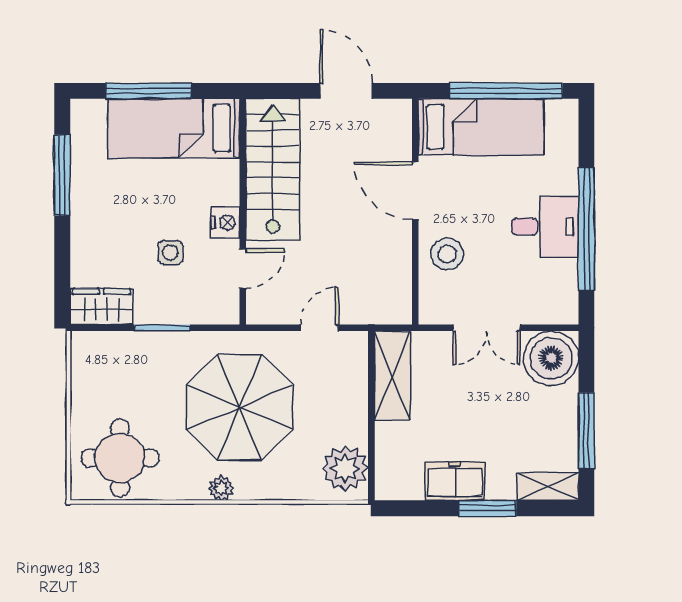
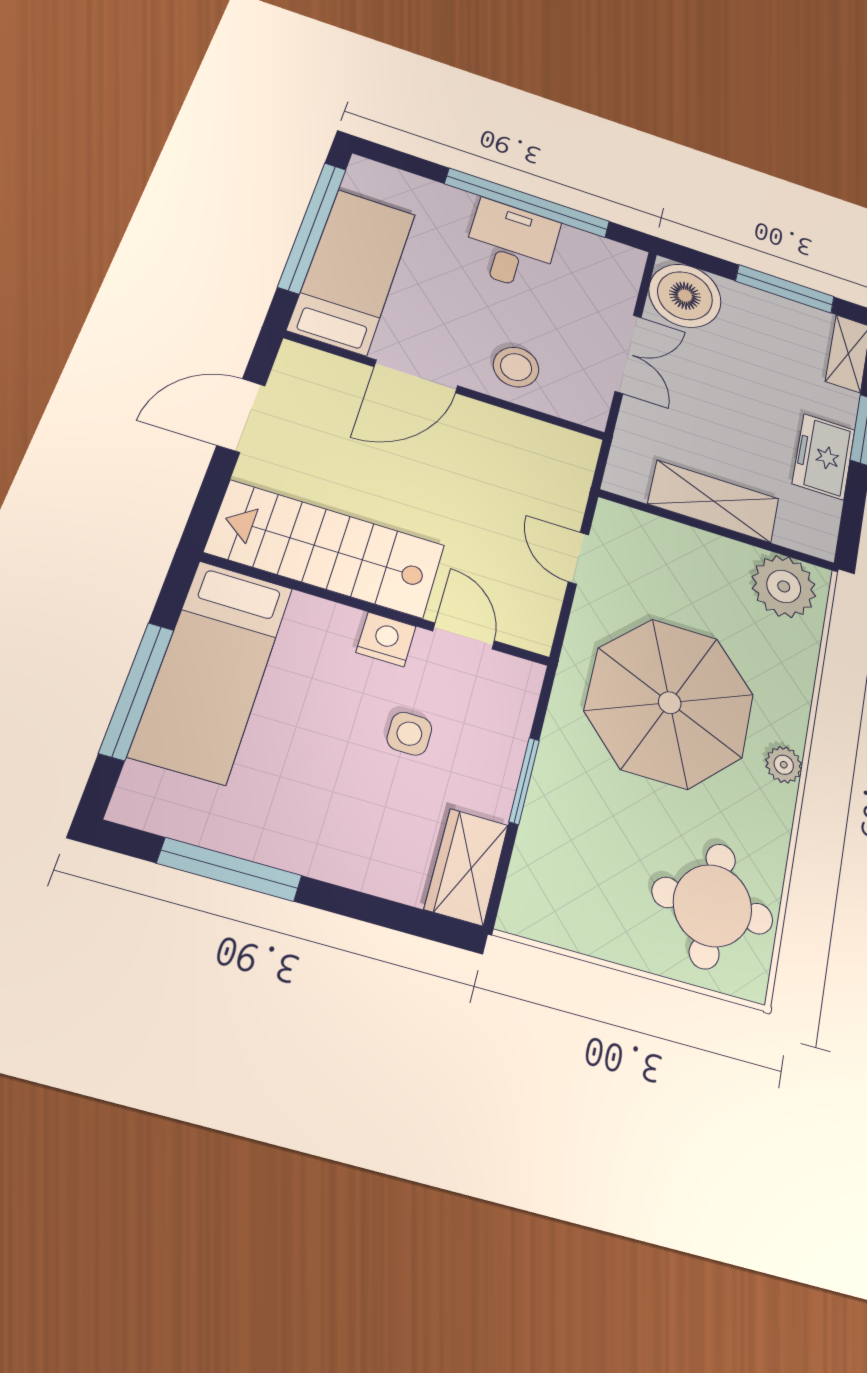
shelving: (392, 376) -> (714, 501), moved

